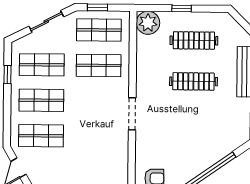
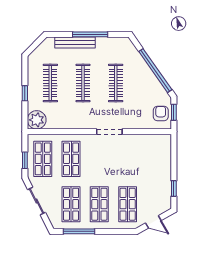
window: (8, 74) -> (79, 231), width x2.17
clothes rail: (193, 122) -> (116, 83), added

